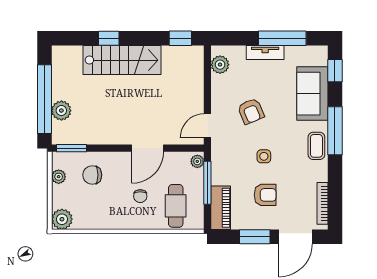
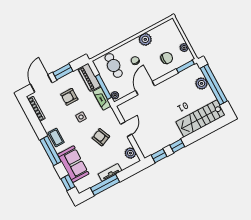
window: (109, 38) -> (177, 146), moved
stairs: (122, 60) -> (201, 119), moved
door: (207, 126) -> (126, 129), moved
fireplace: (219, 166) -> (102, 99), added
plant: (62, 219) -> (145, 39), moved

